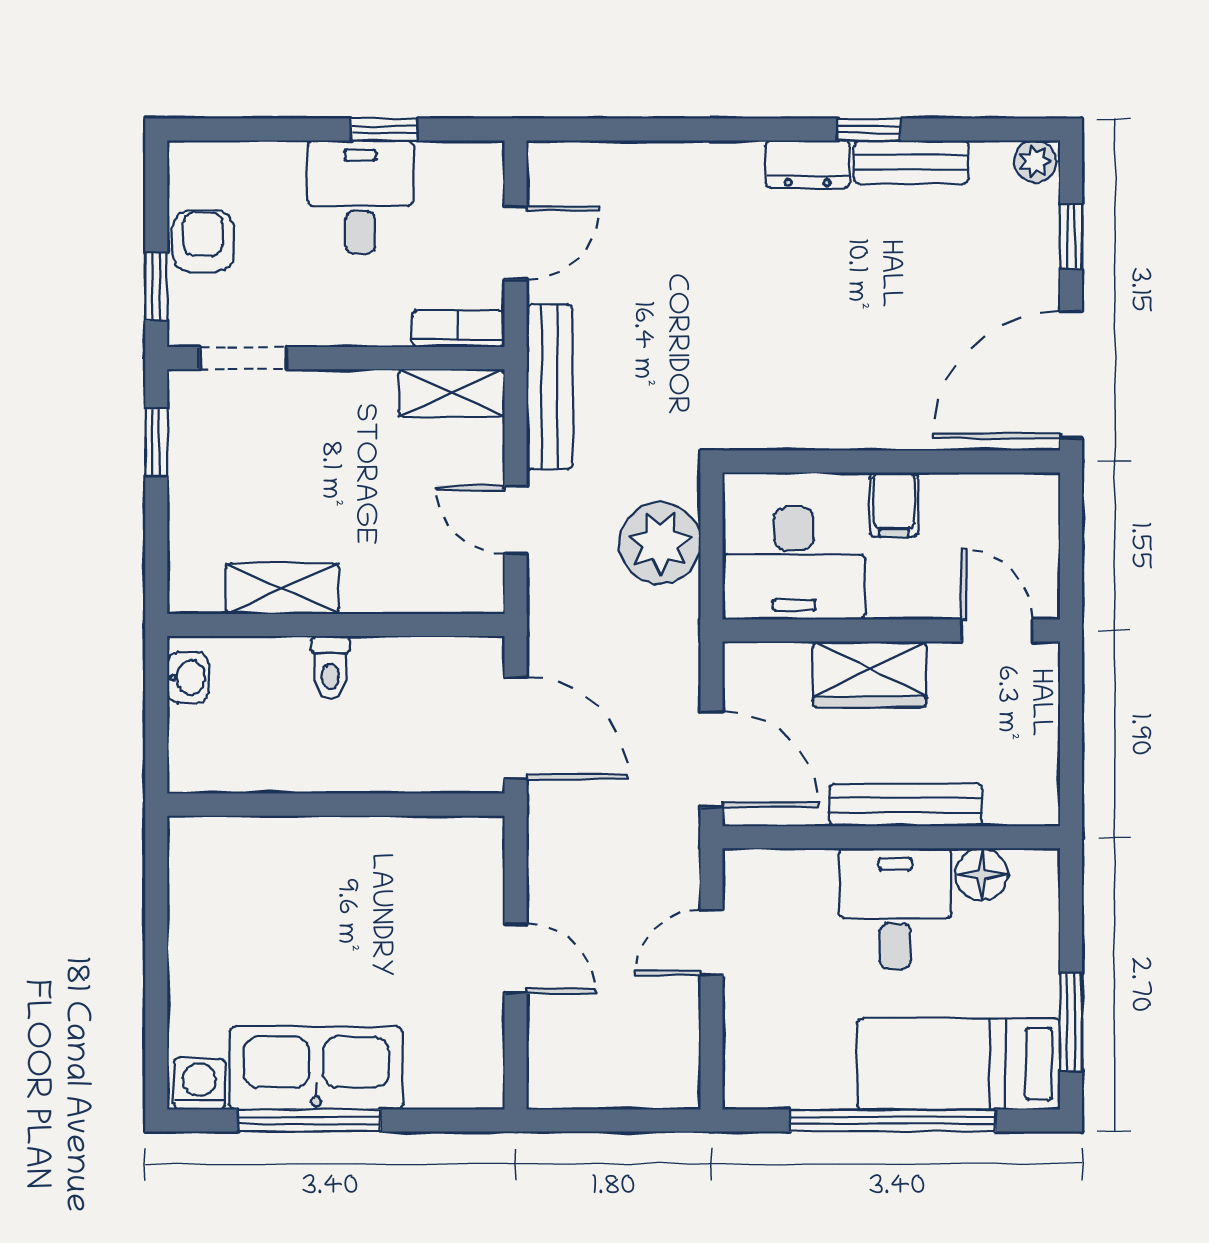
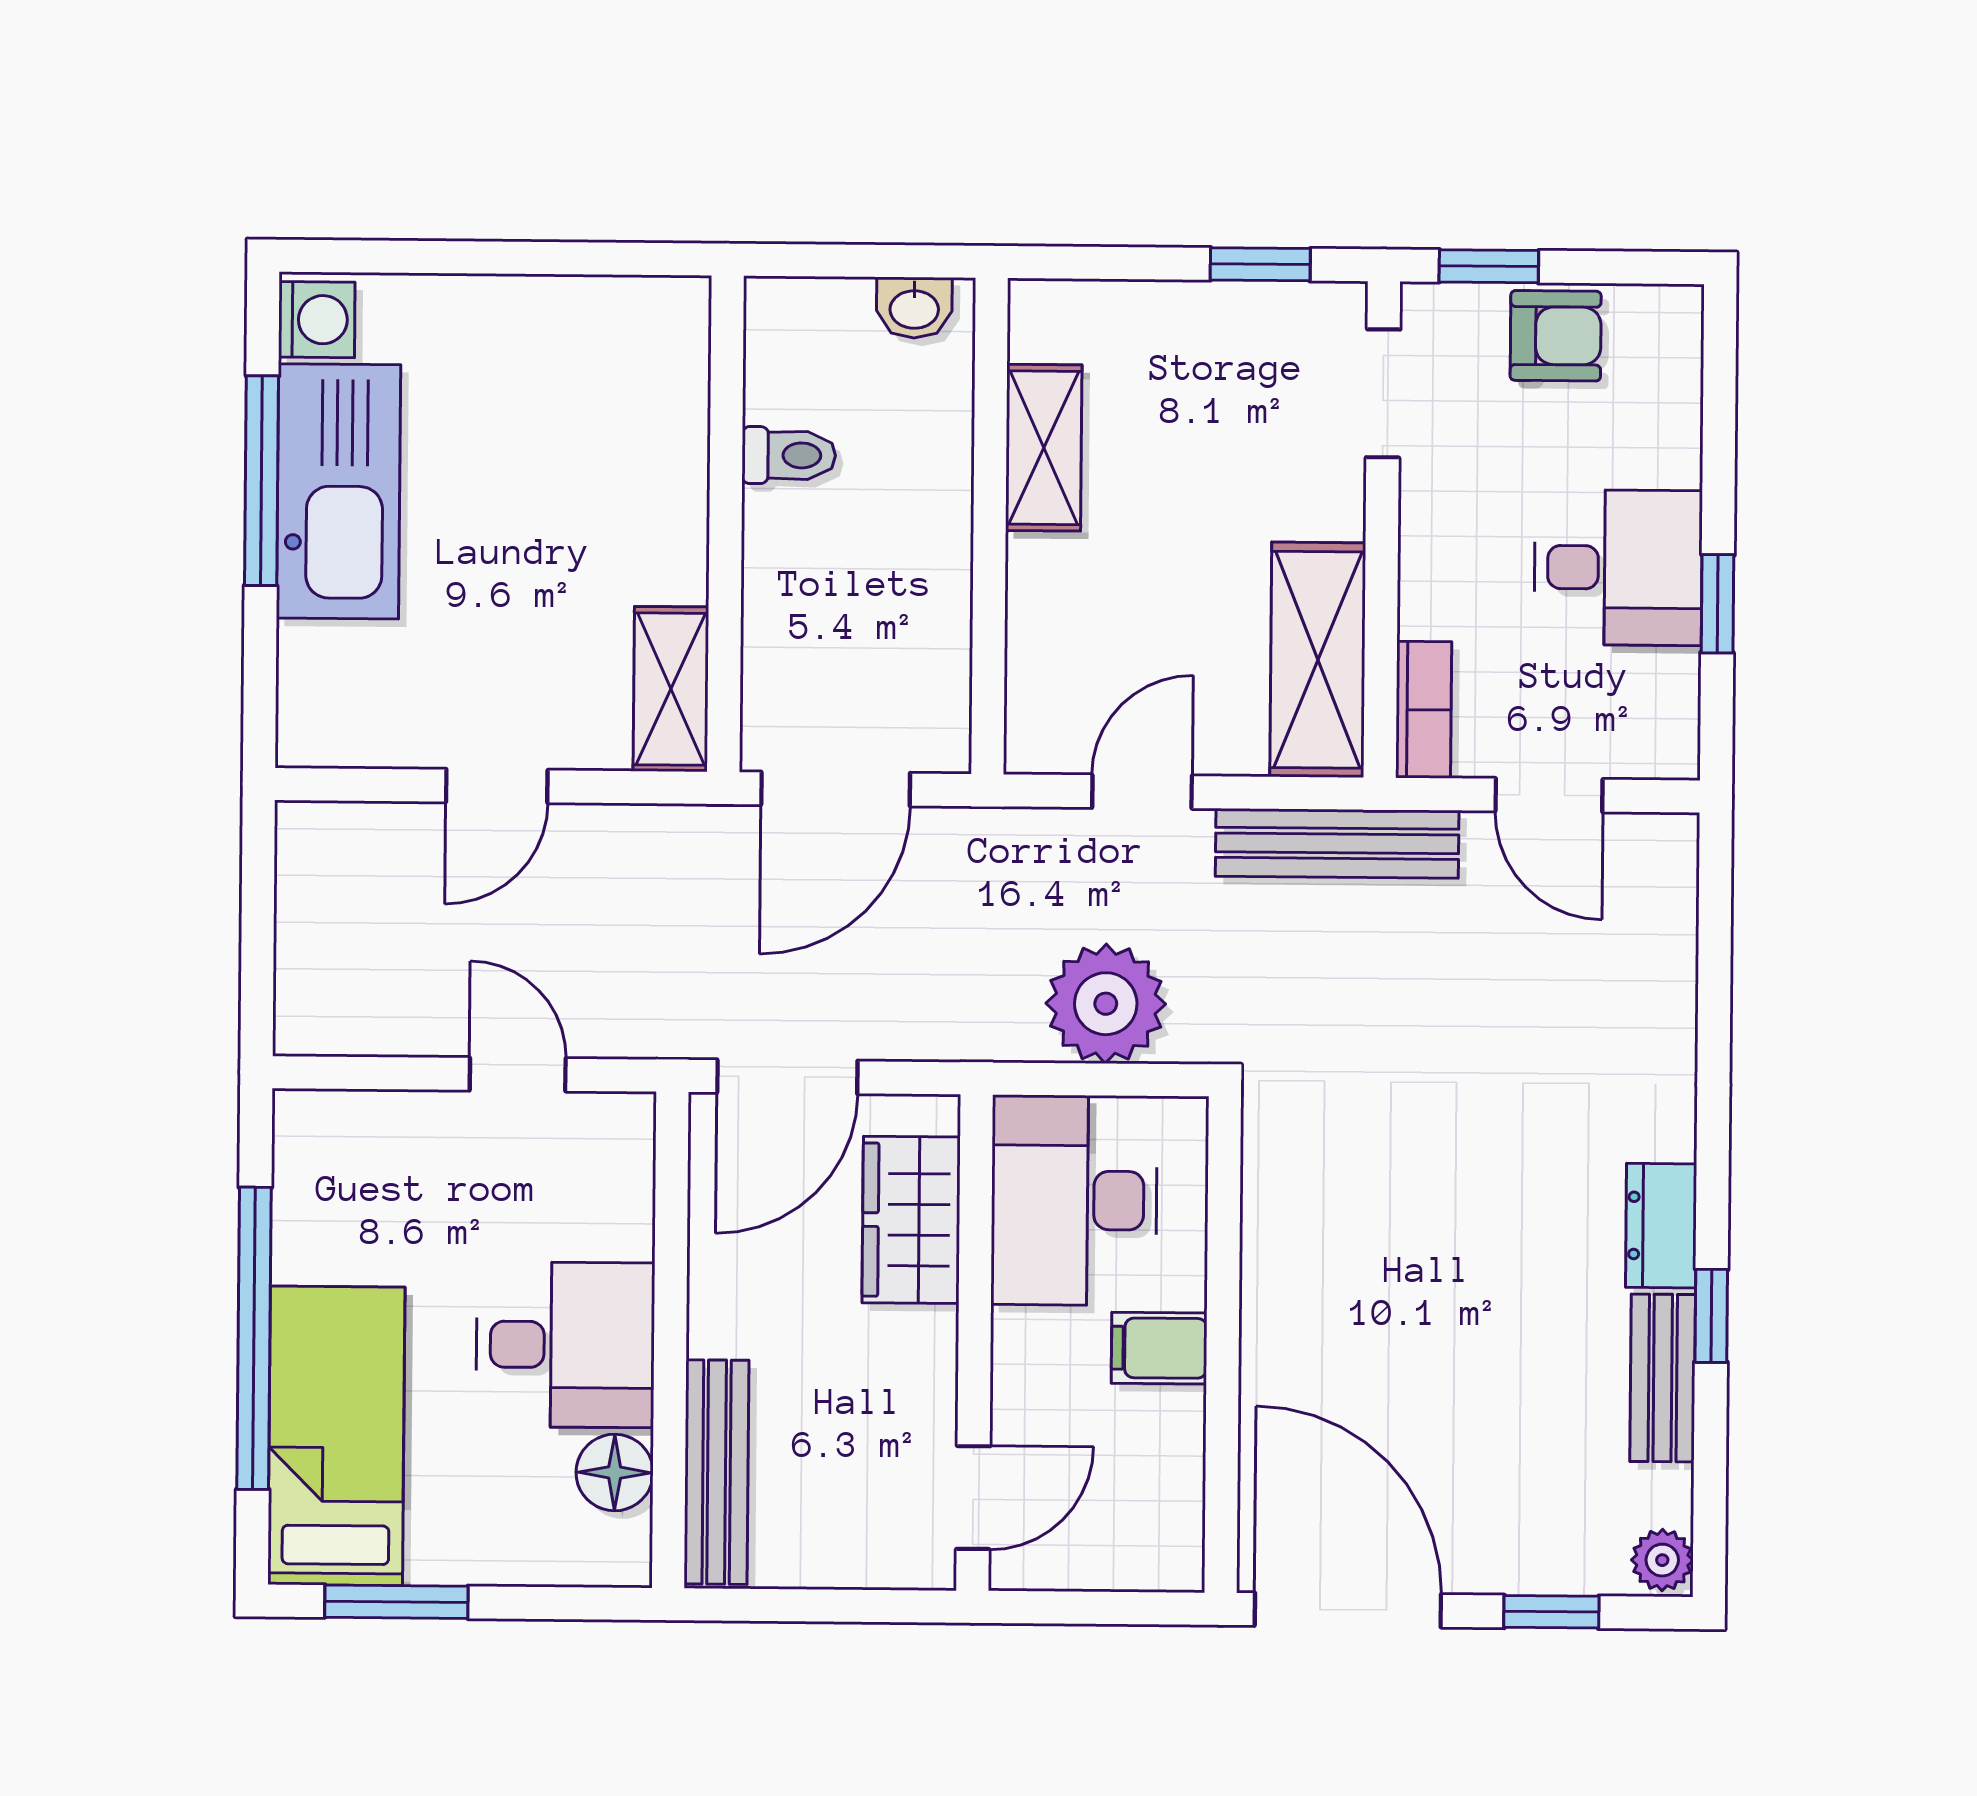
shelving: (451, 393) -> (1318, 660), width x1.50, depth x1.33
toilet: (330, 668) -> (789, 455), moved, turned 180
wardrobe: (870, 674) -> (911, 1220), moved
bench: (906, 805) -> (717, 1472), moved
shelving: (449, 841) -> (671, 689), added

